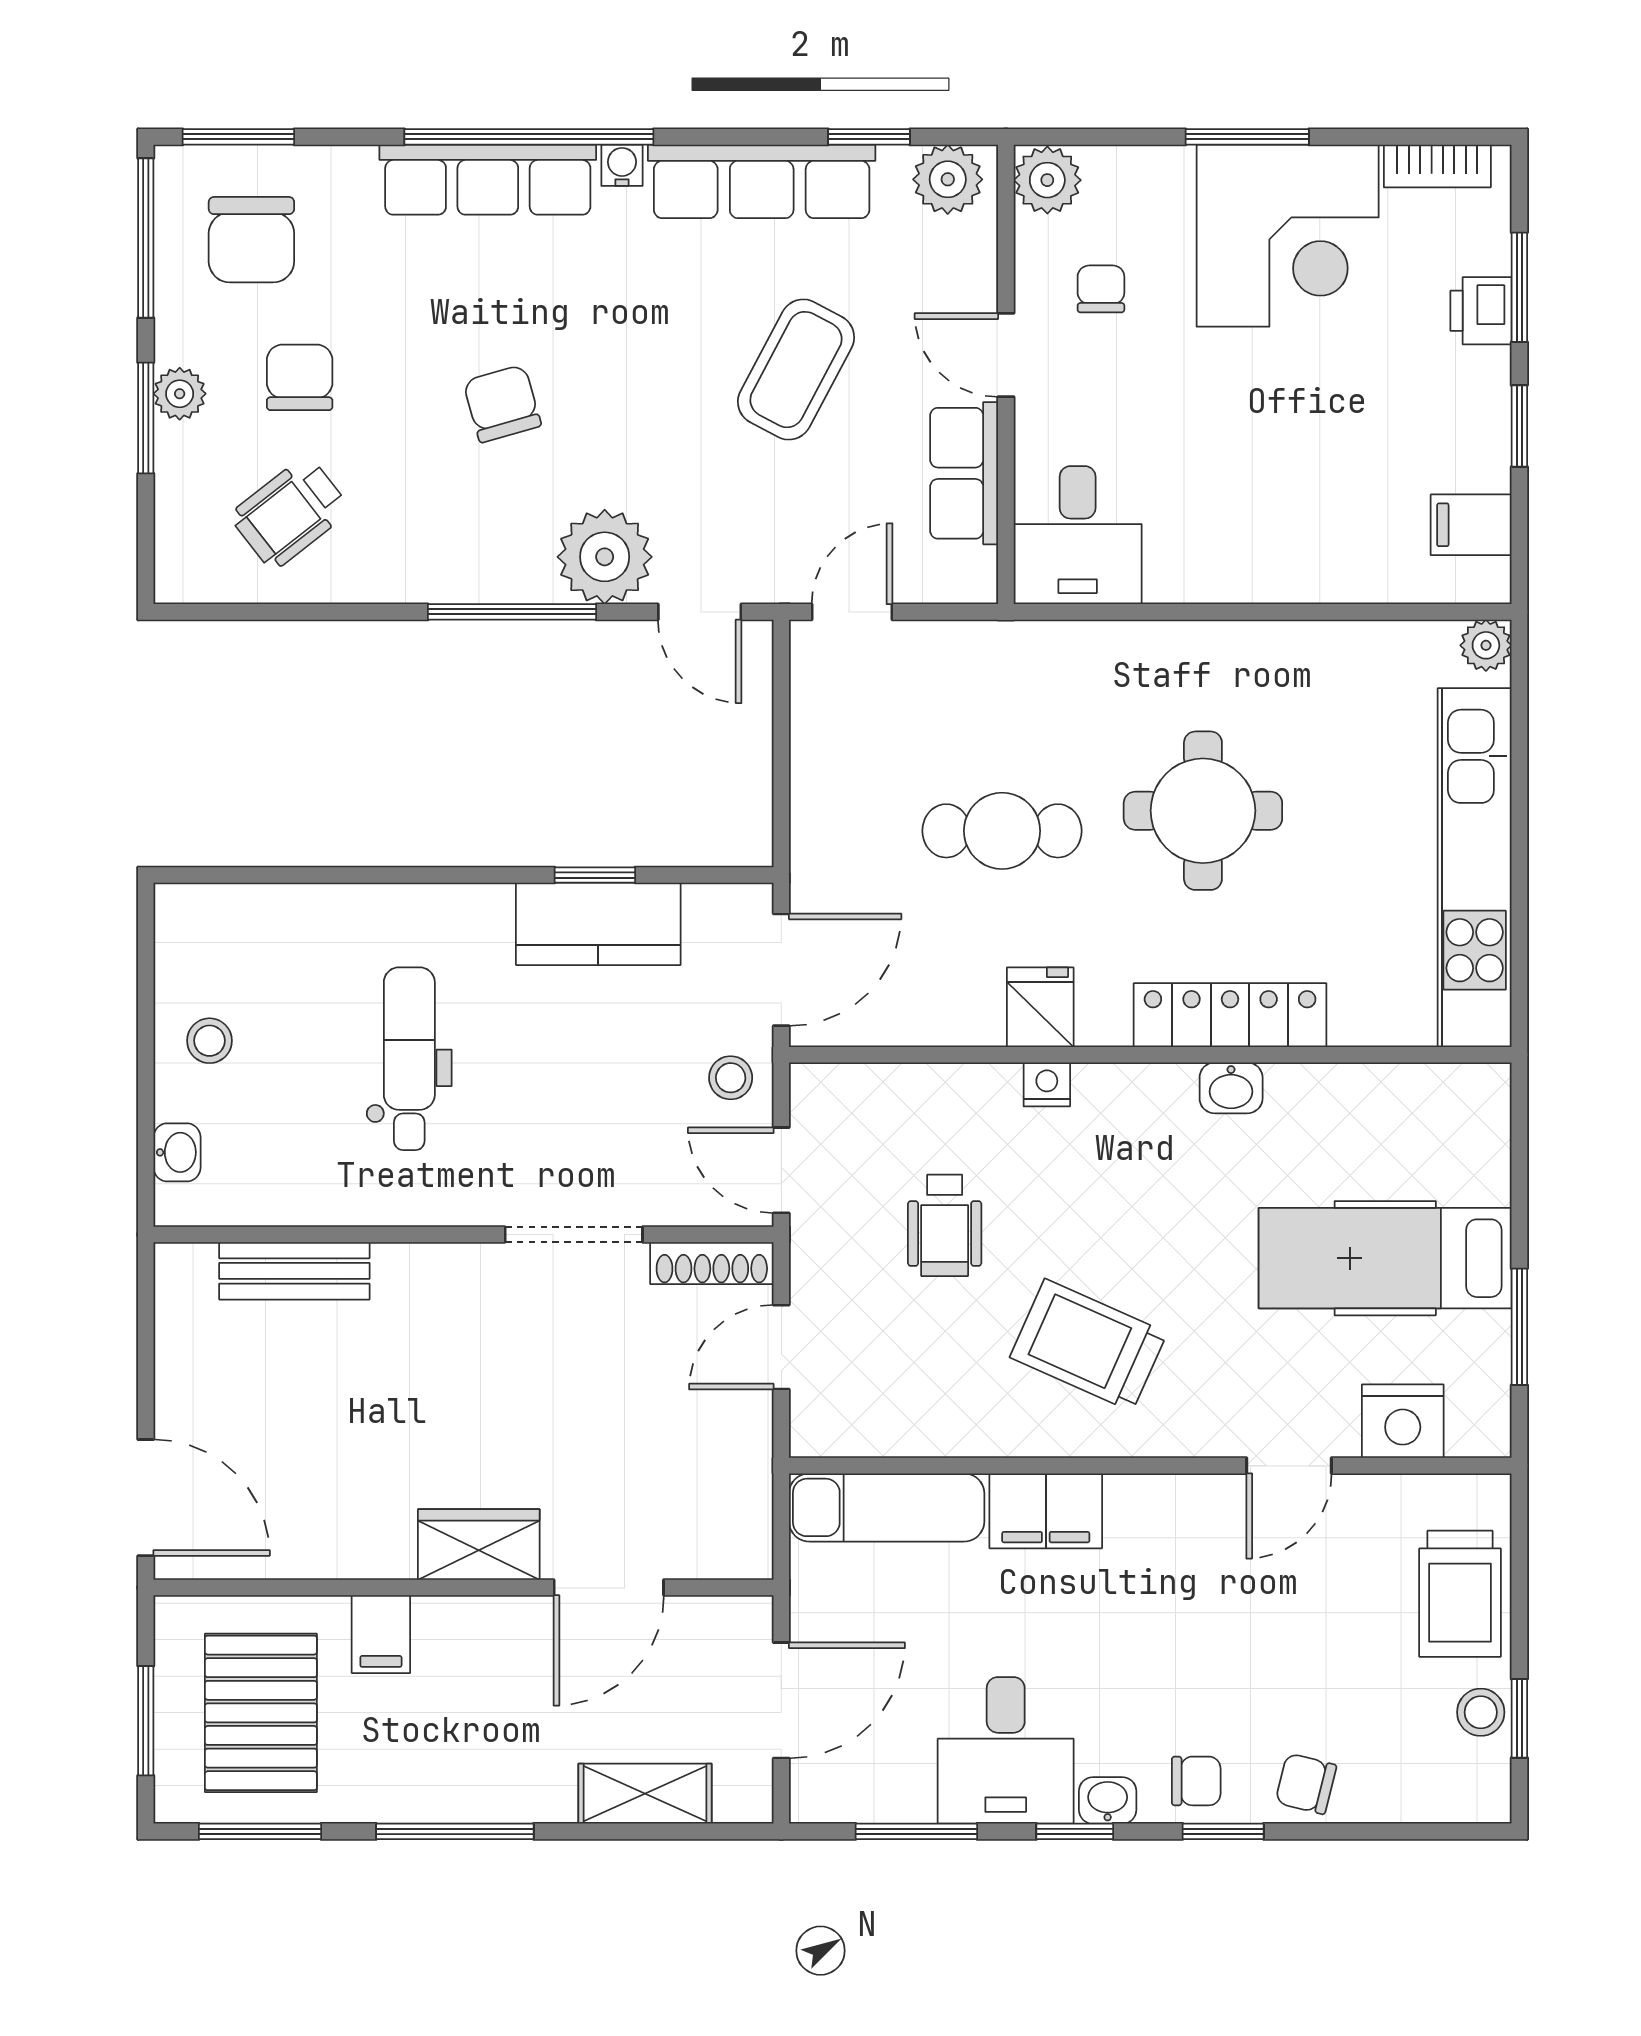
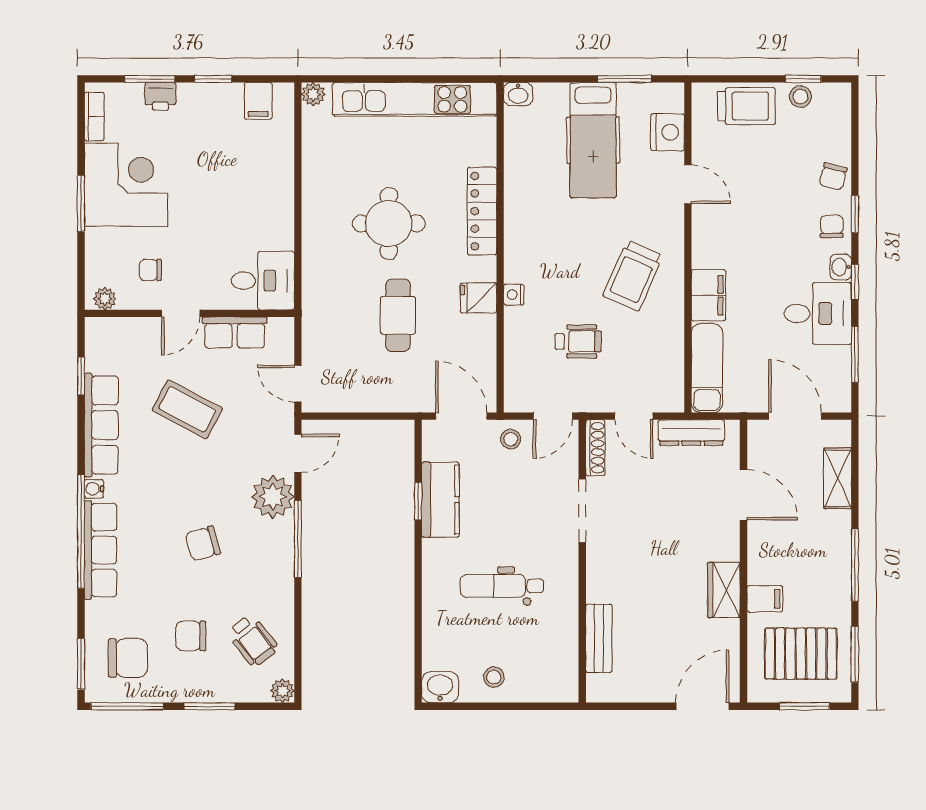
plant: (948, 179) -> (100, 340), removed
plant: (1047, 180) -> (105, 299), width x0.73, depth x0.73
plant: (180, 394) -> (282, 691), moved
washbasin: (1231, 1088) -> (518, 94), moved, turned 90
washbasin: (177, 1152) -> (440, 687), moved, width x1.38, depth x1.45
dresser: (745, 1473) -> (691, 433), added
wardrobe: (479, 1545) -> (724, 590), moved

